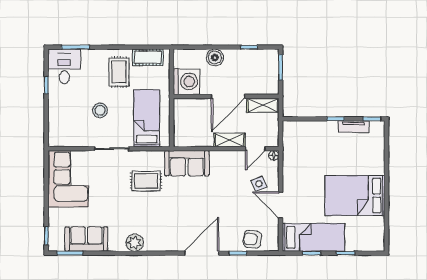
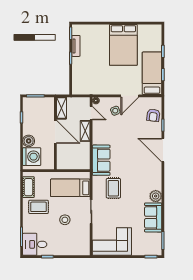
washing machine: (186, 82) -> (32, 157), moved, turned 90
sofa: (86, 239) -> (153, 217), moved

